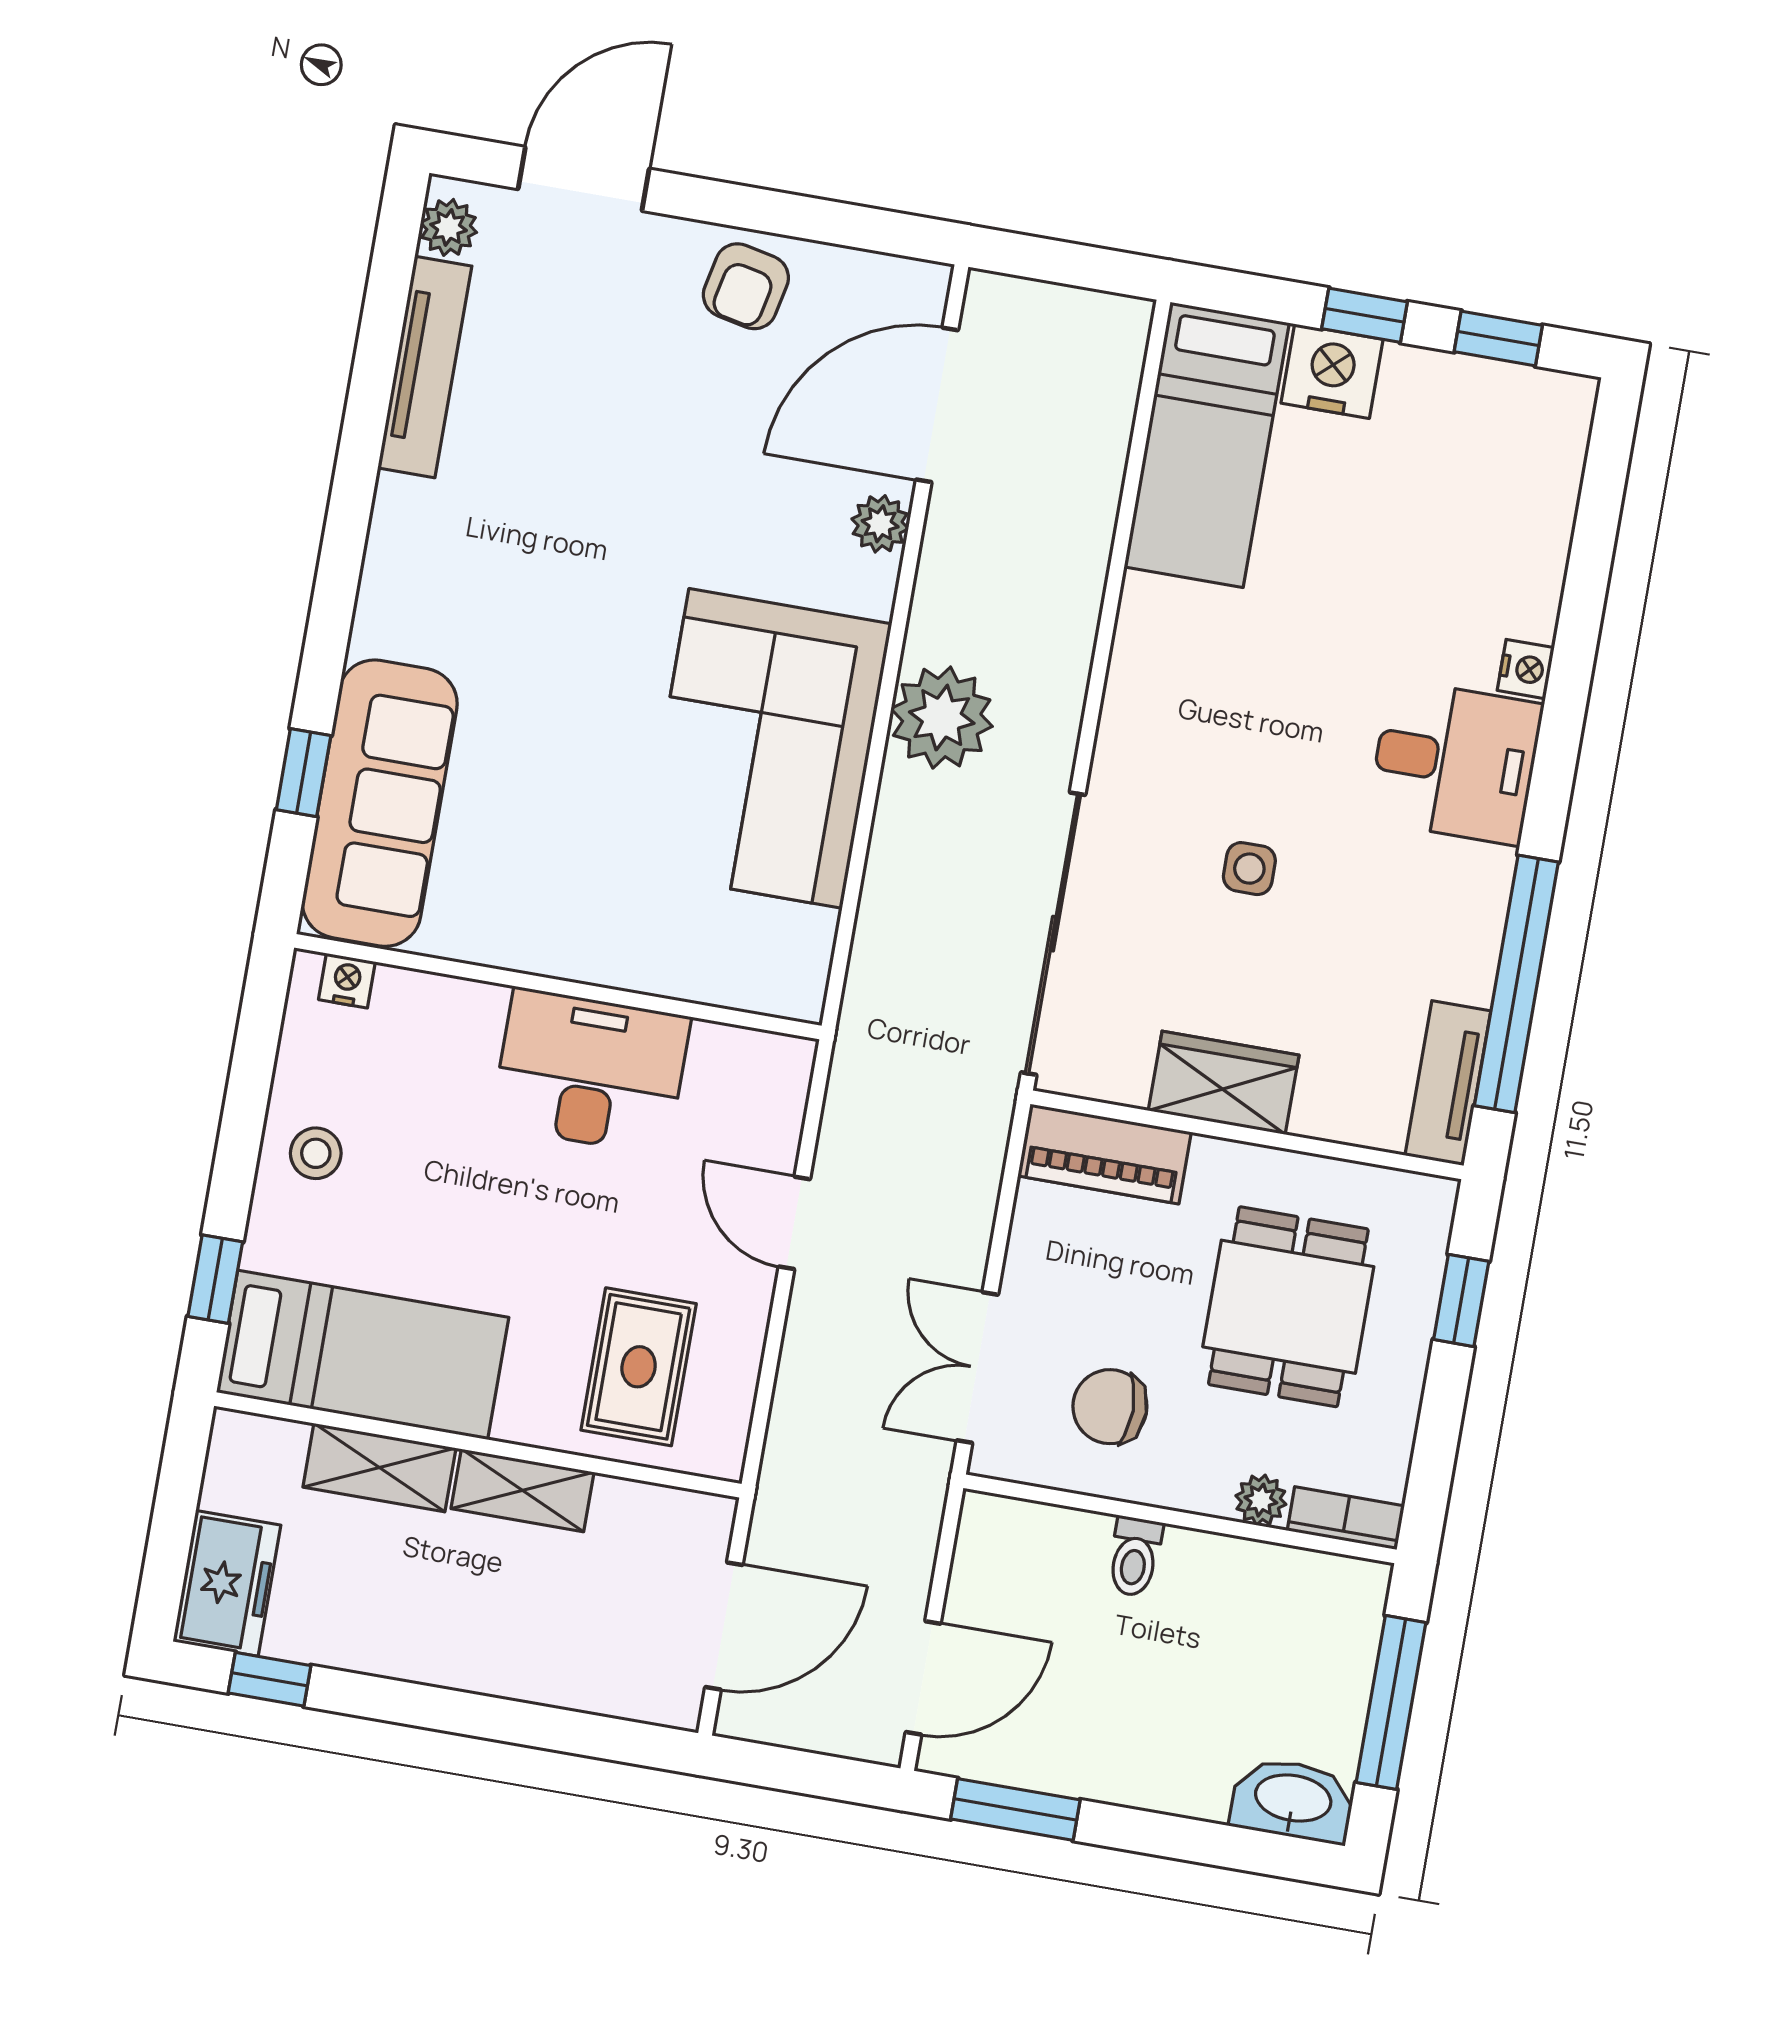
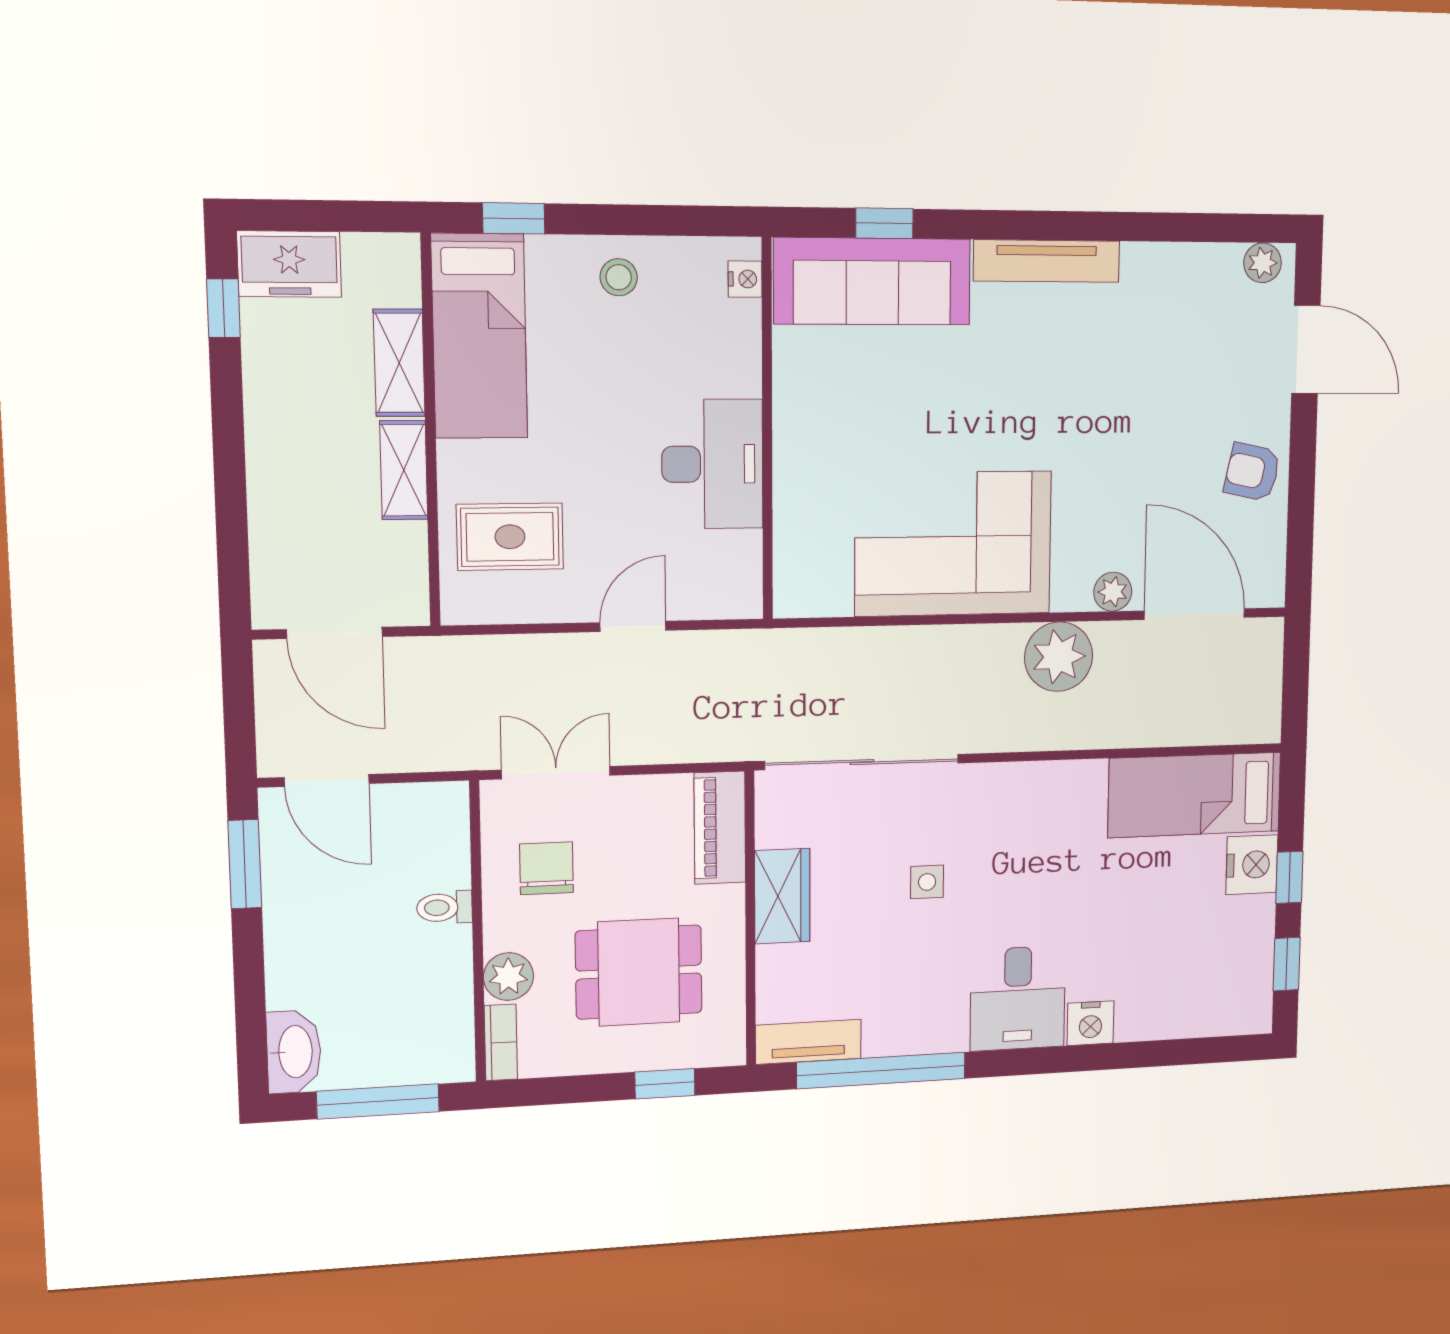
tv unit: (425, 367) -> (1047, 261), moved
nightstand: (1526, 669) -> (1090, 1023), width x1.39, depth x1.35
plant: (942, 718) -> (1059, 657), moved
plant: (1261, 1500) -> (508, 977), width x1.38, depth x1.38

